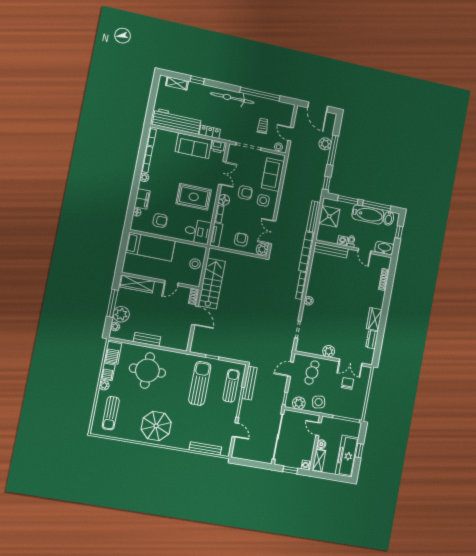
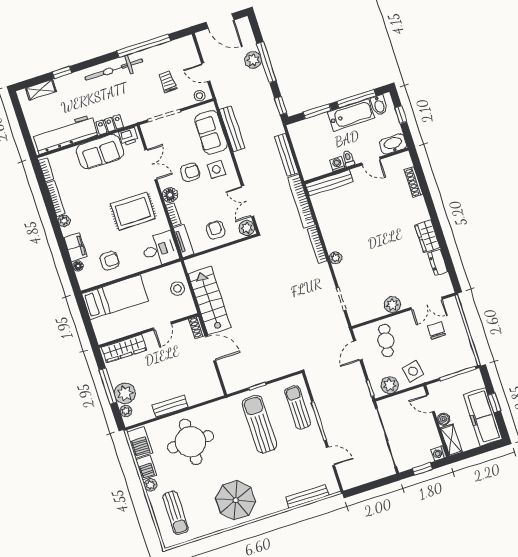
shower: (329, 216) -> (305, 144), removed
bench: (250, 383) -> (232, 129), moved

